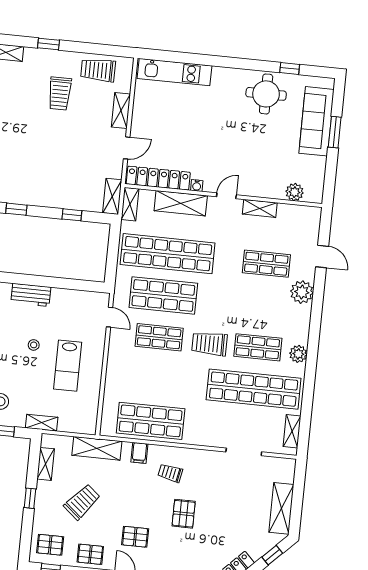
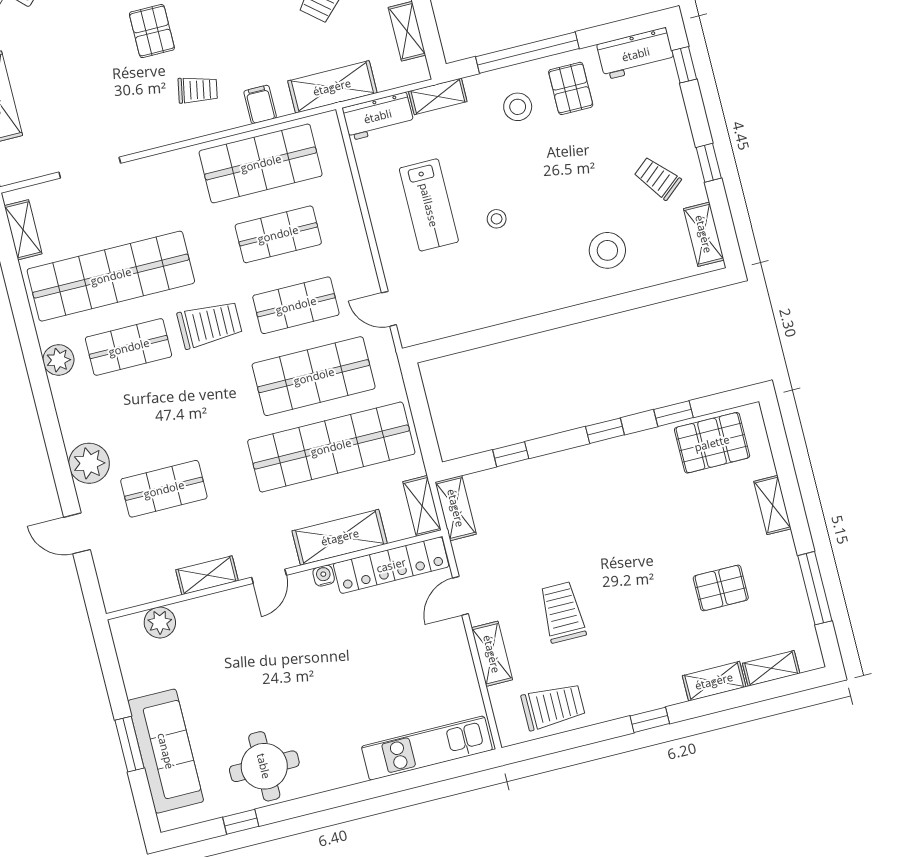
trolley: (60, 93) -> (562, 612), moved
workbench: (31, 295) -> (378, 116), moved, turned 180
lab bench: (68, 366) -> (429, 205), turned 180
shop shelf: (155, 379) -> (278, 234), added

